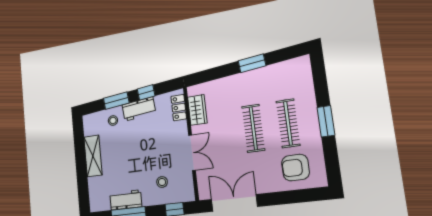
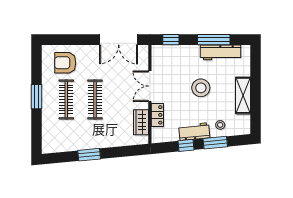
locker: (179, 108) -> (157, 115), moved
armchair: (295, 168) -> (65, 63), turned 180
stool: (162, 182) -> (201, 88), moved, width x1.89, depth x1.89
workbench: (126, 200) -> (220, 52), width x1.38

